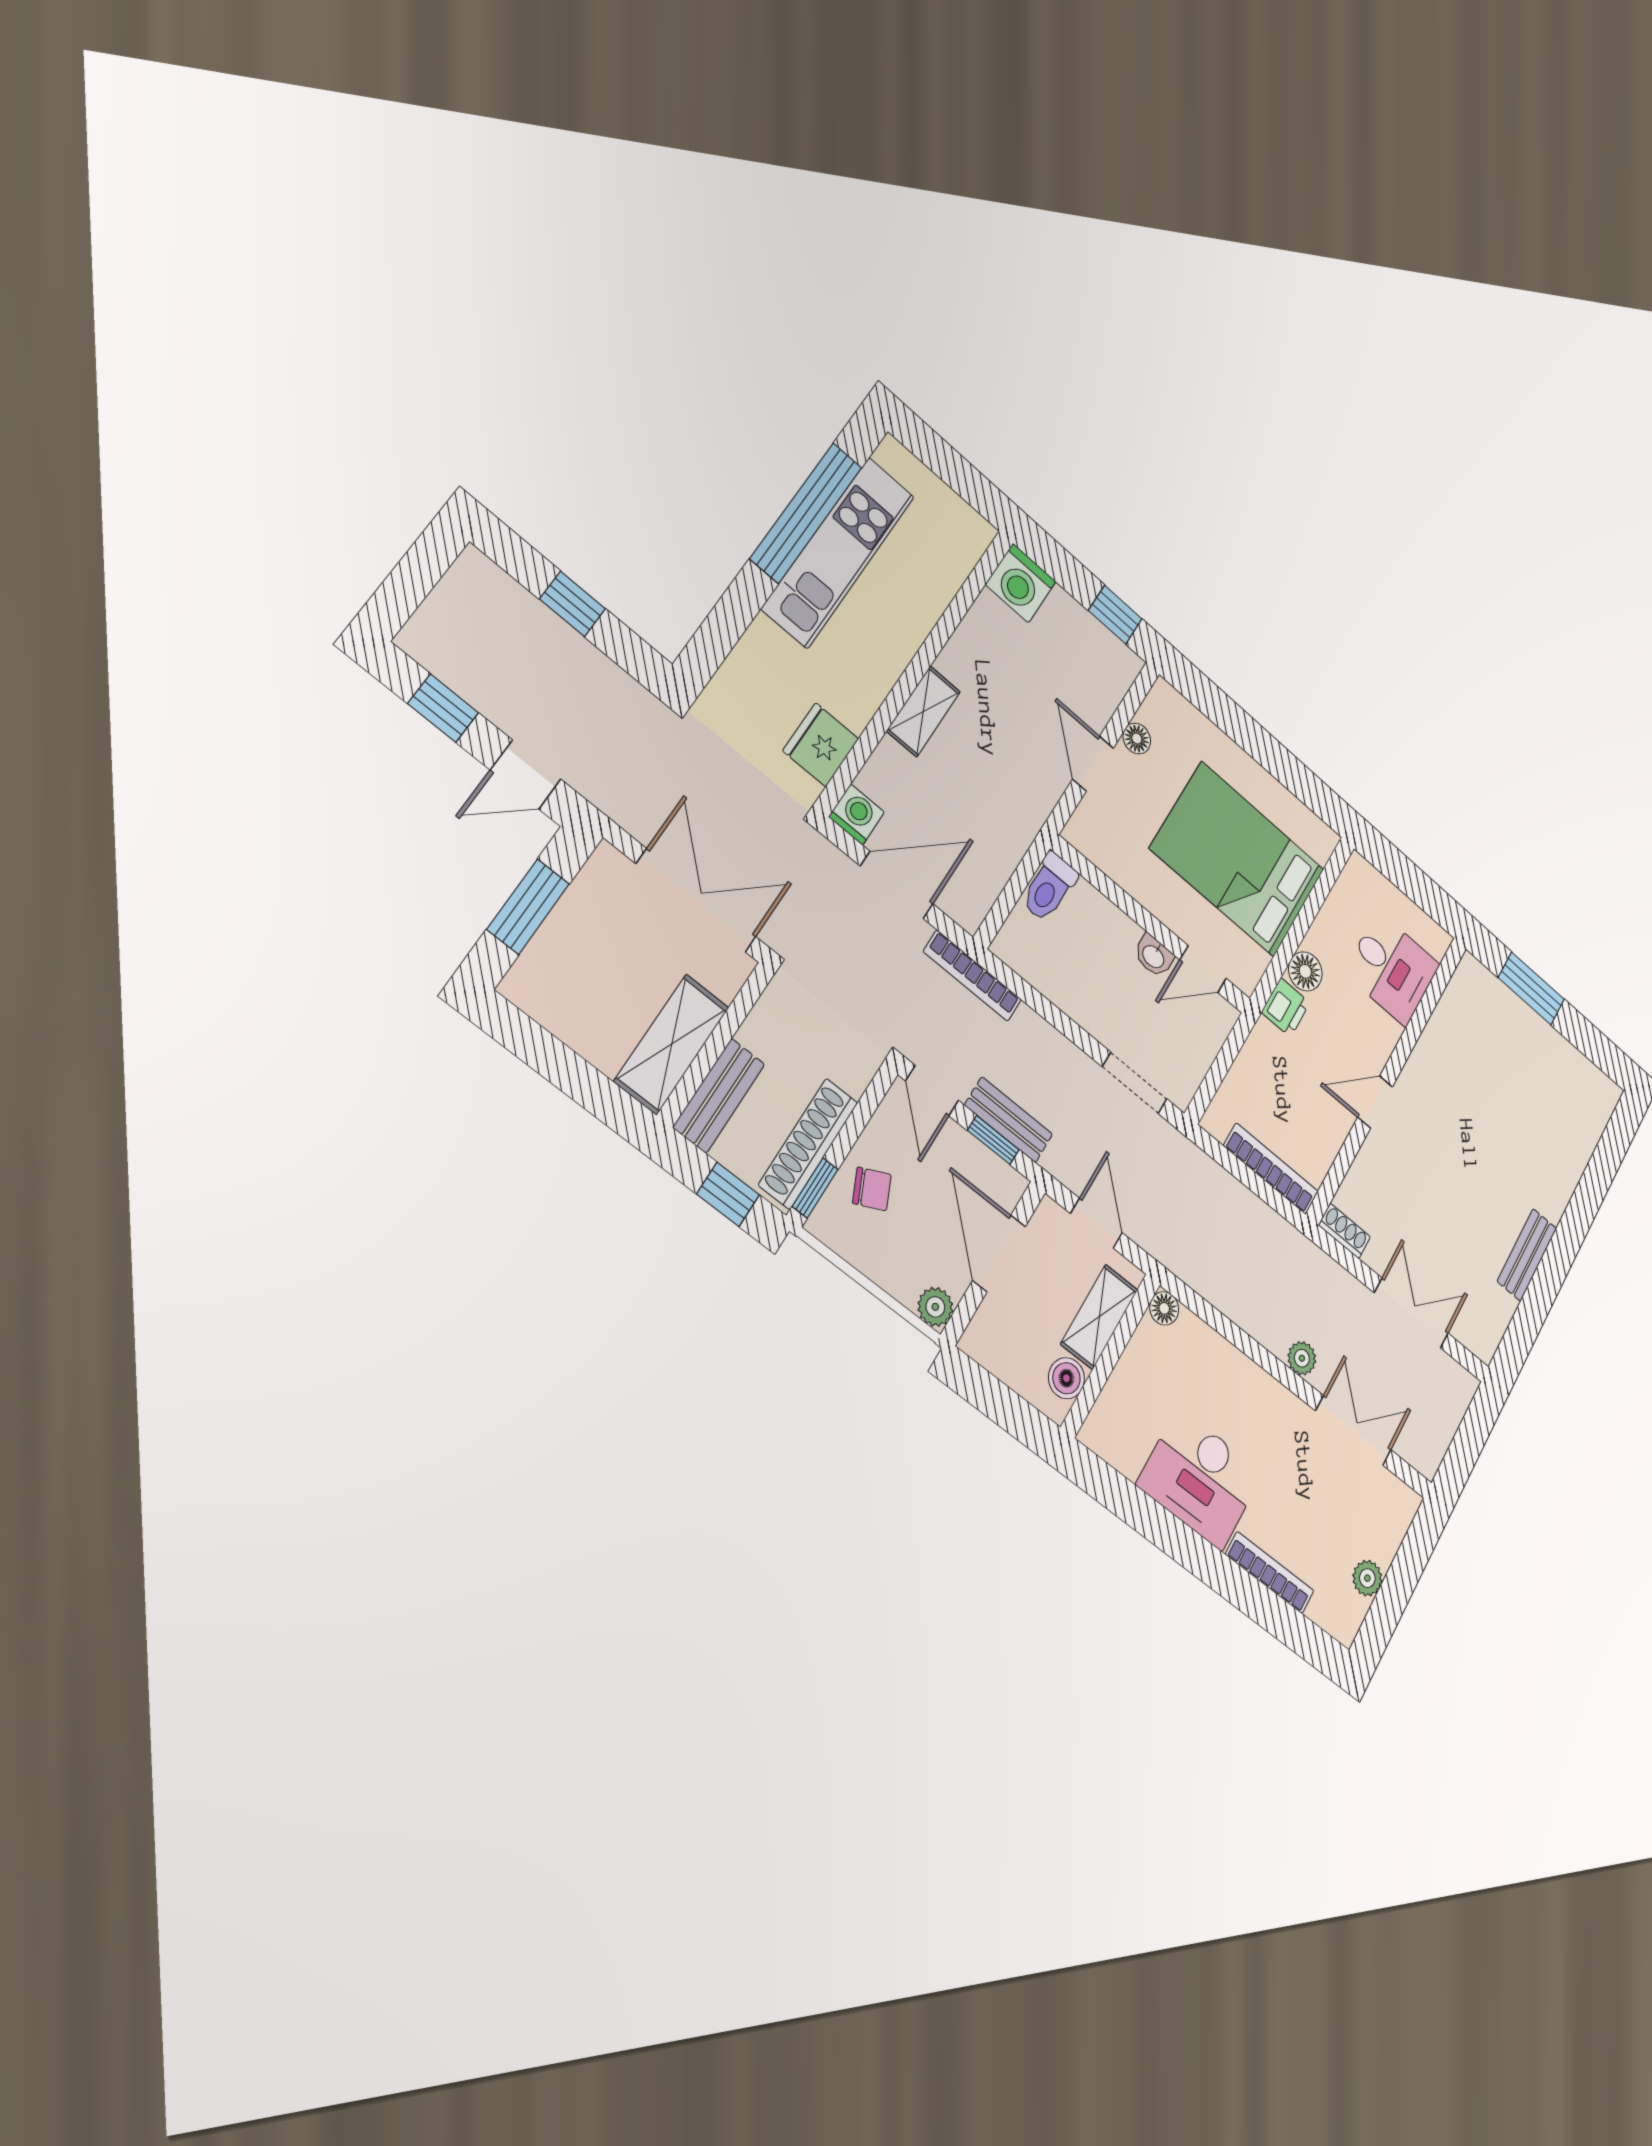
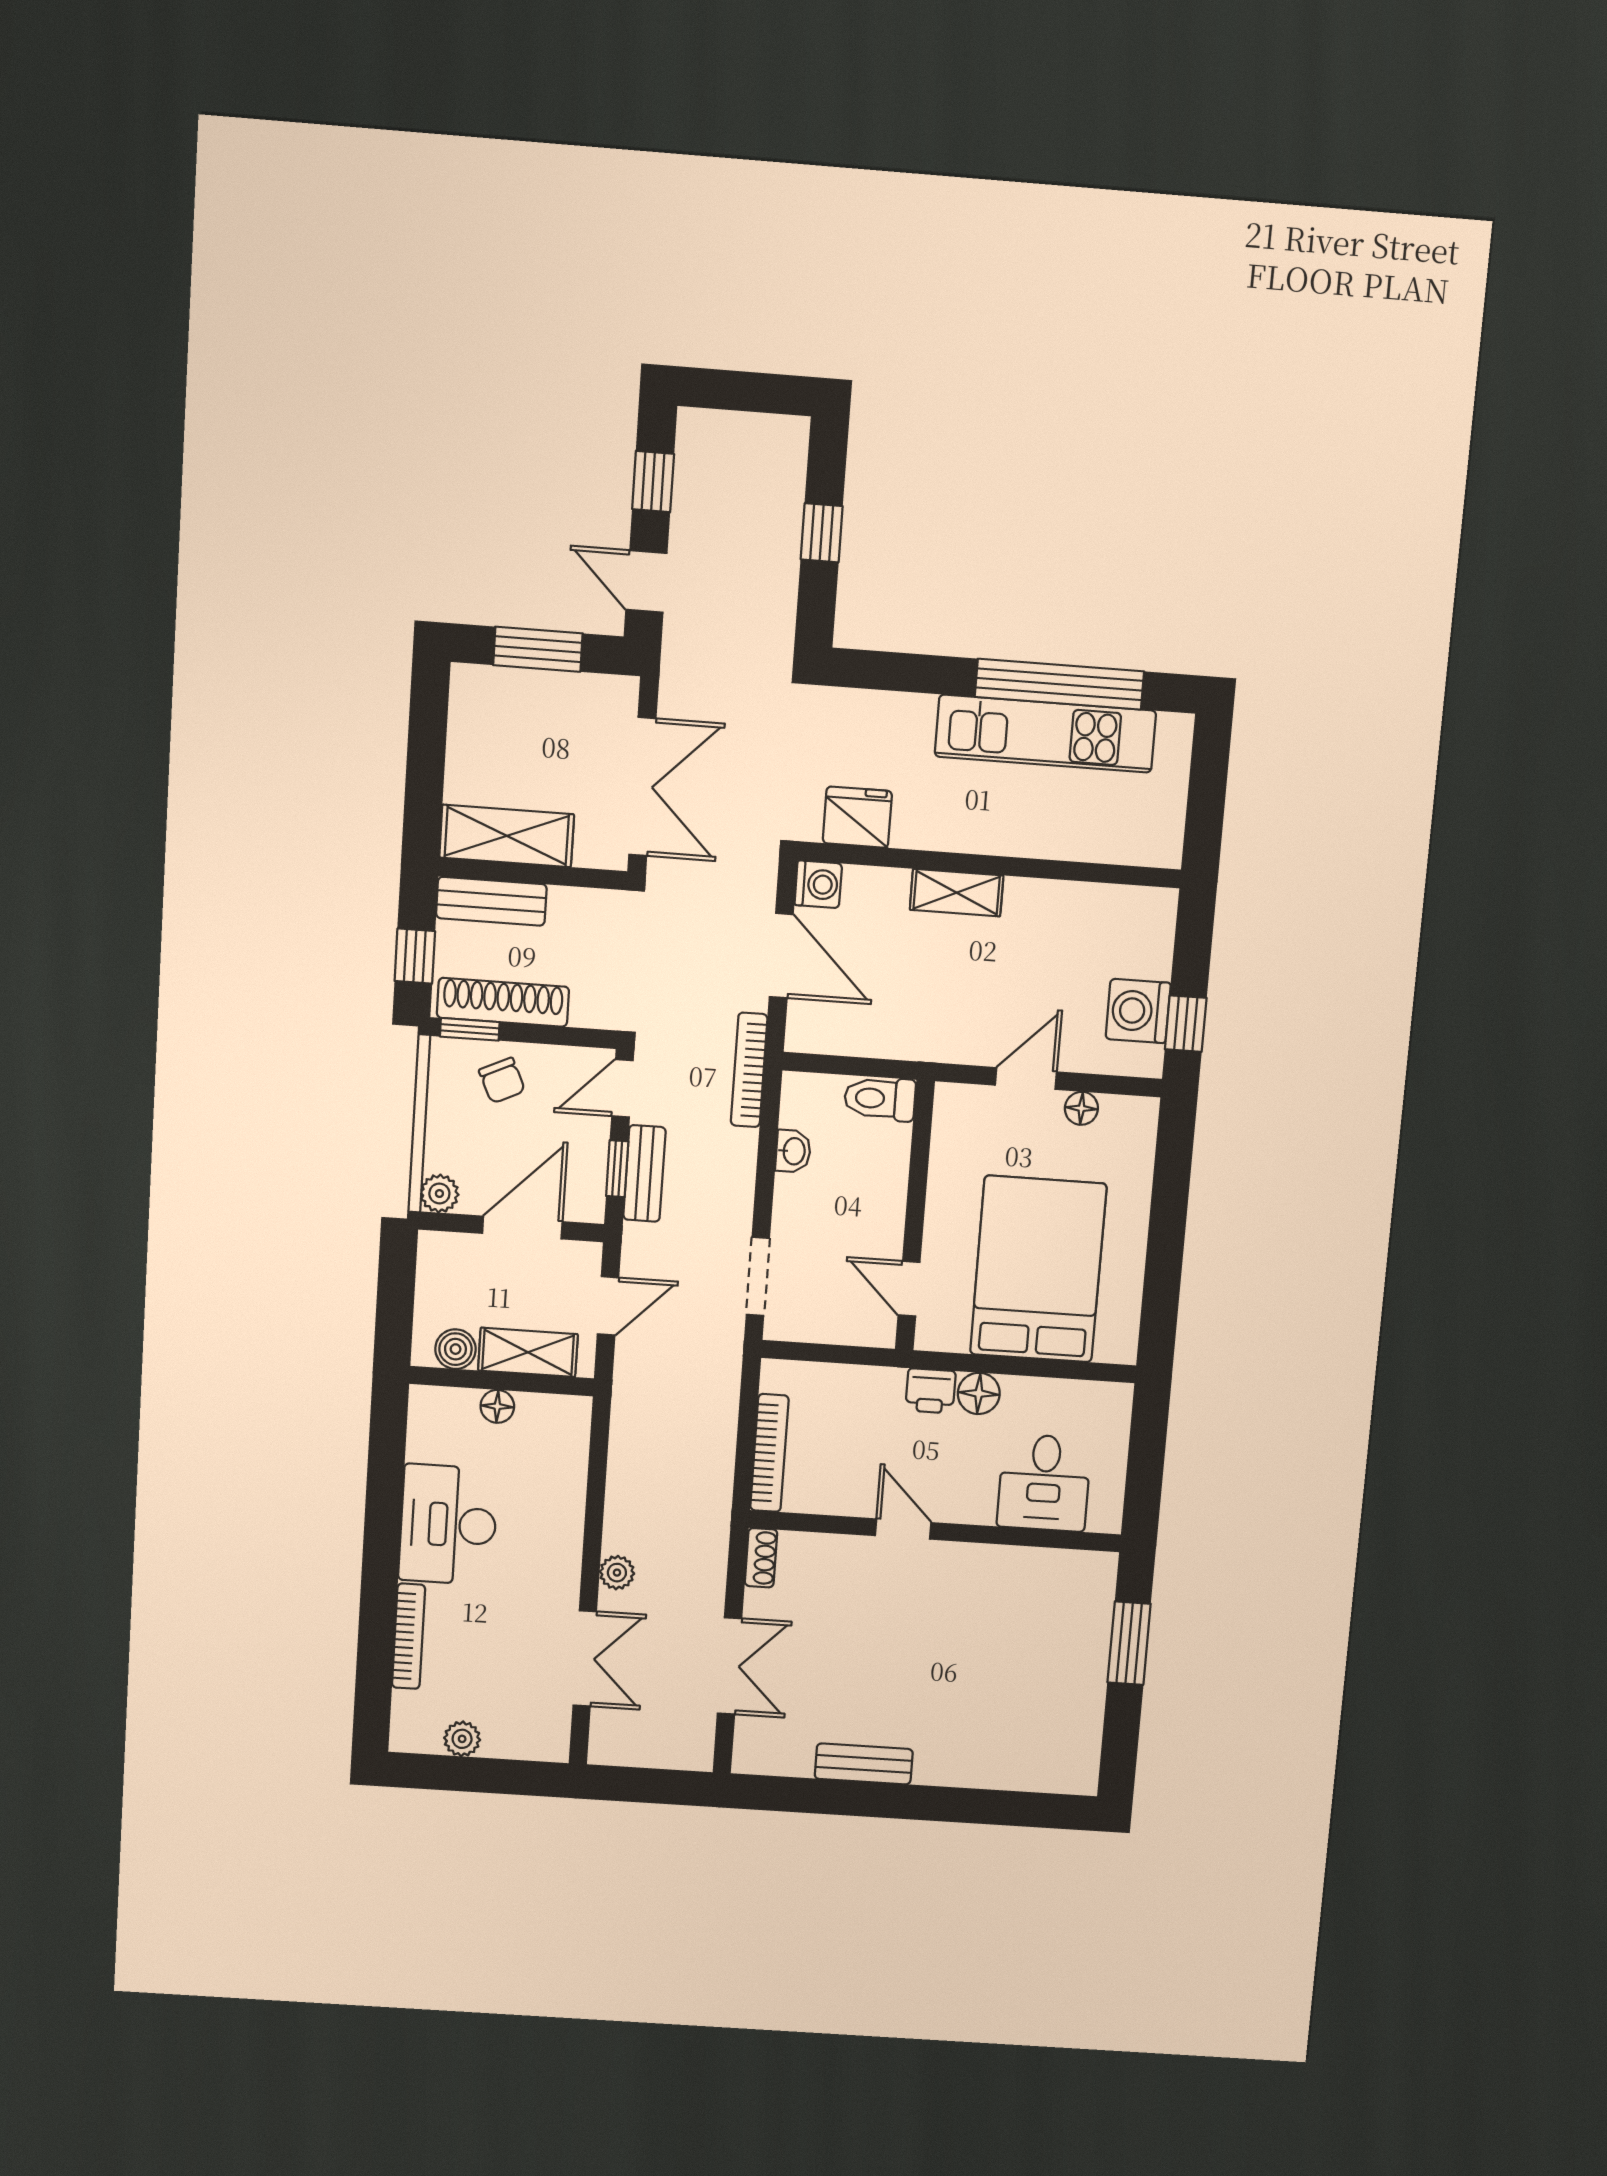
washing machine: (1021, 583) -> (1138, 1011), moved
washbasin: (1154, 956) -> (793, 1151), moved, turned 180
floor lamp: (1164, 1308) -> (497, 1406), moved

